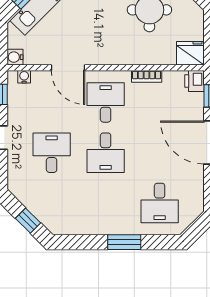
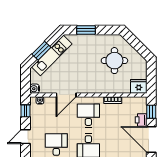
door: (68, 68) -> (66, 95), hinge flipped
printer: (194, 81) -> (141, 120), moved

